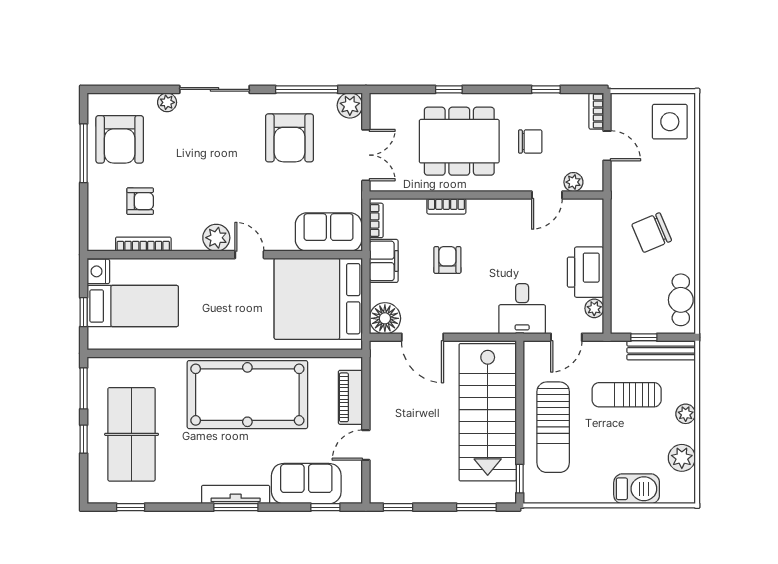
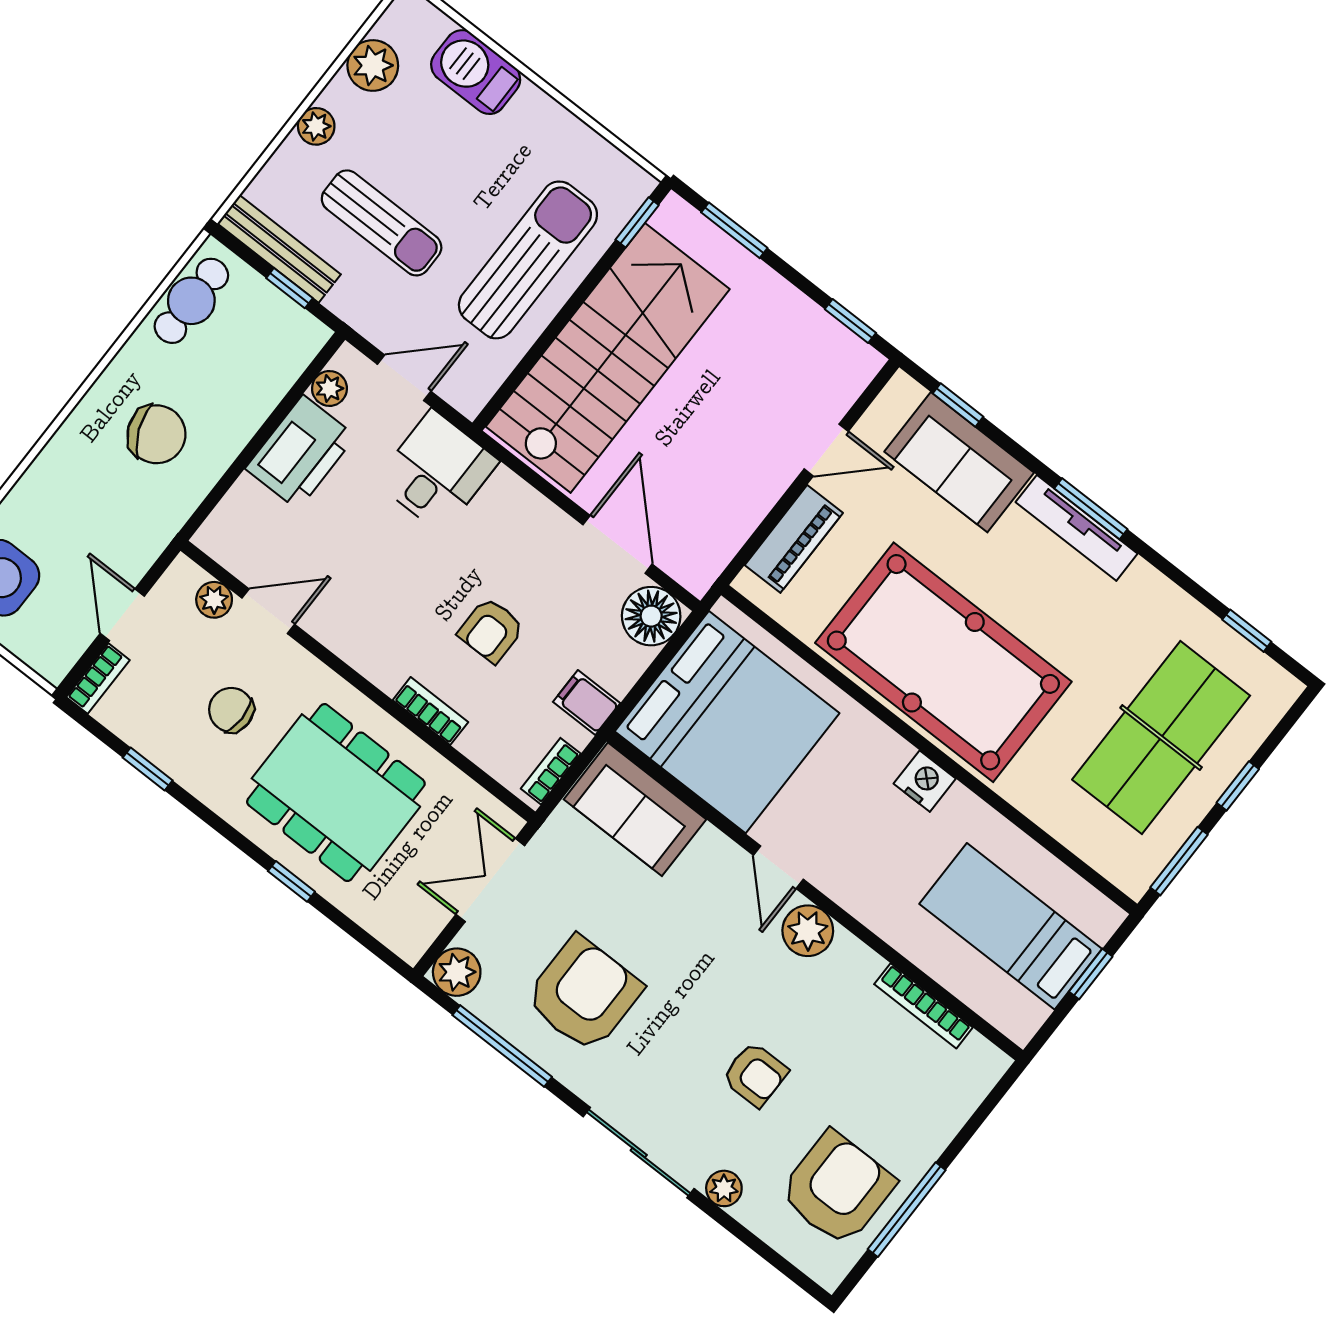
armchair: (140, 201) -> (755, 1074), moved, turned 180
filing cabinet: (384, 261) -> (587, 702), width x0.50
nightstand: (98, 271) -> (925, 781), moved, turned -90

